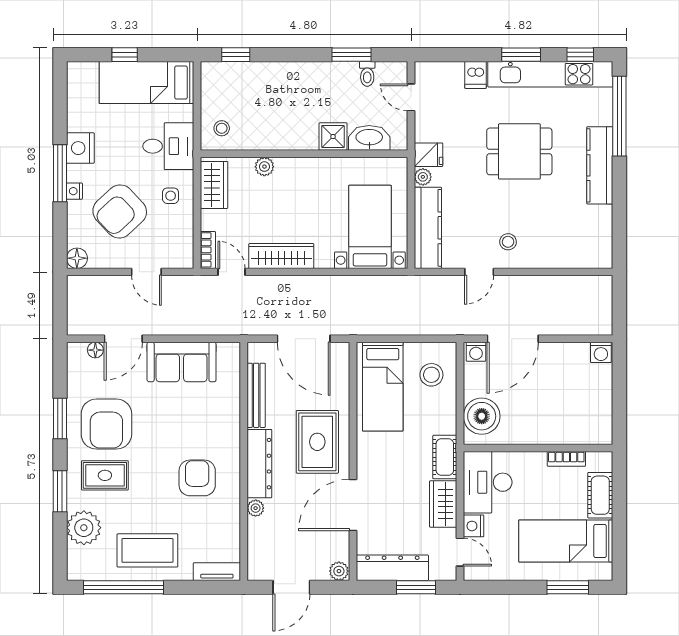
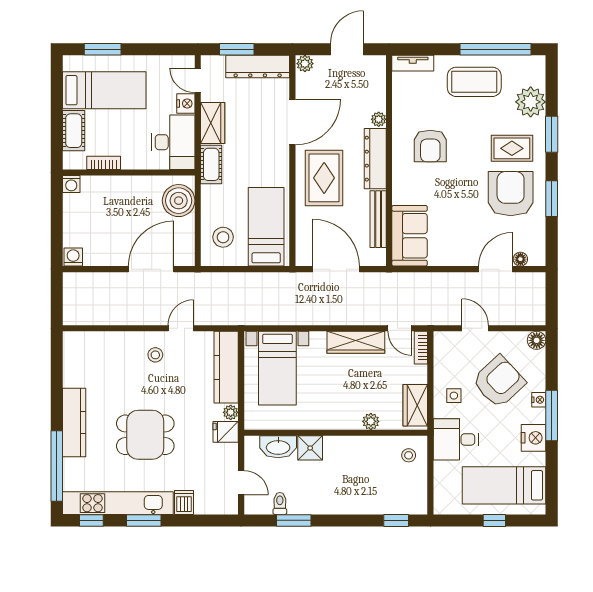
bed: (147, 82) -> (504, 485), moved, turned 180
washing machine: (476, 352) -> (71, 184), moved, turned 180
sofa: (182, 362) -> (410, 236), moved, turned 90

